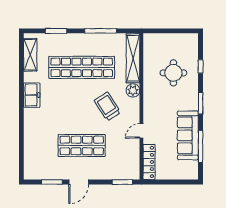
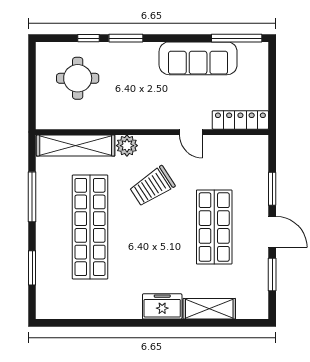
shelving: (30, 55) -> (209, 309), moved
round table: (173, 73) -> (78, 78), moved
freezer: (32, 95) -> (162, 306), moved
window: (201, 103) -> (126, 38), moved
window: (201, 146) -> (237, 38), moved
window: (123, 182) -> (272, 189), moved

